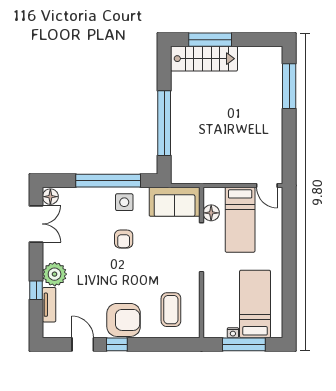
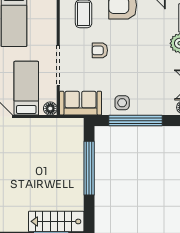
floor lamp: (211, 213) -> (50, 109), moved
armchair: (124, 239) -> (100, 50), moved, turned -90

